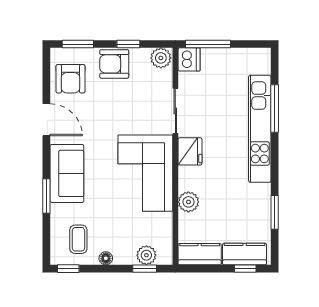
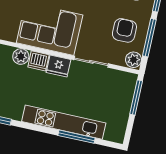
window: (128, 44) -> (149, 38), width x2.17
dishwasher: (189, 59) -> (38, 61), moved
armchair: (114, 64) -> (124, 30), moved

